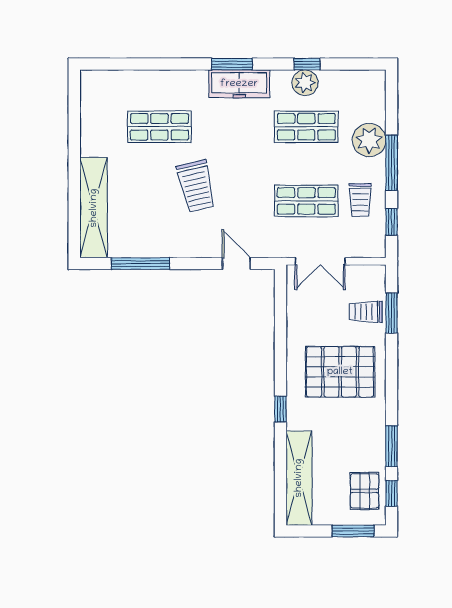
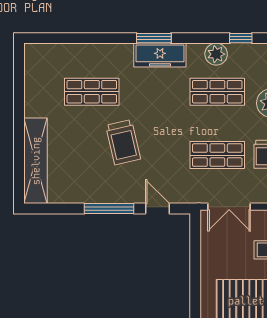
window: (307, 64) -> (241, 38), moved
window: (141, 264) -> (109, 209), moved

